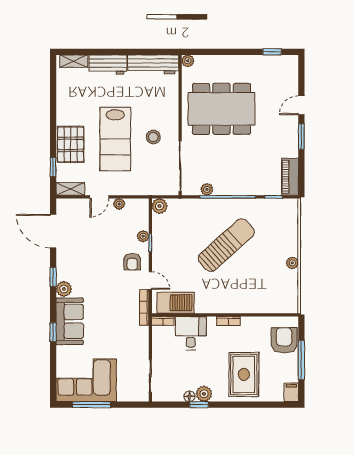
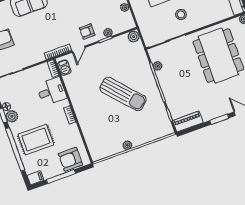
barbecue: (176, 303) -> (64, 68), width x0.53, depth x0.65
armchair: (284, 340) -> (70, 159), turned 180
window: (247, 405) -> (15, 149), added

